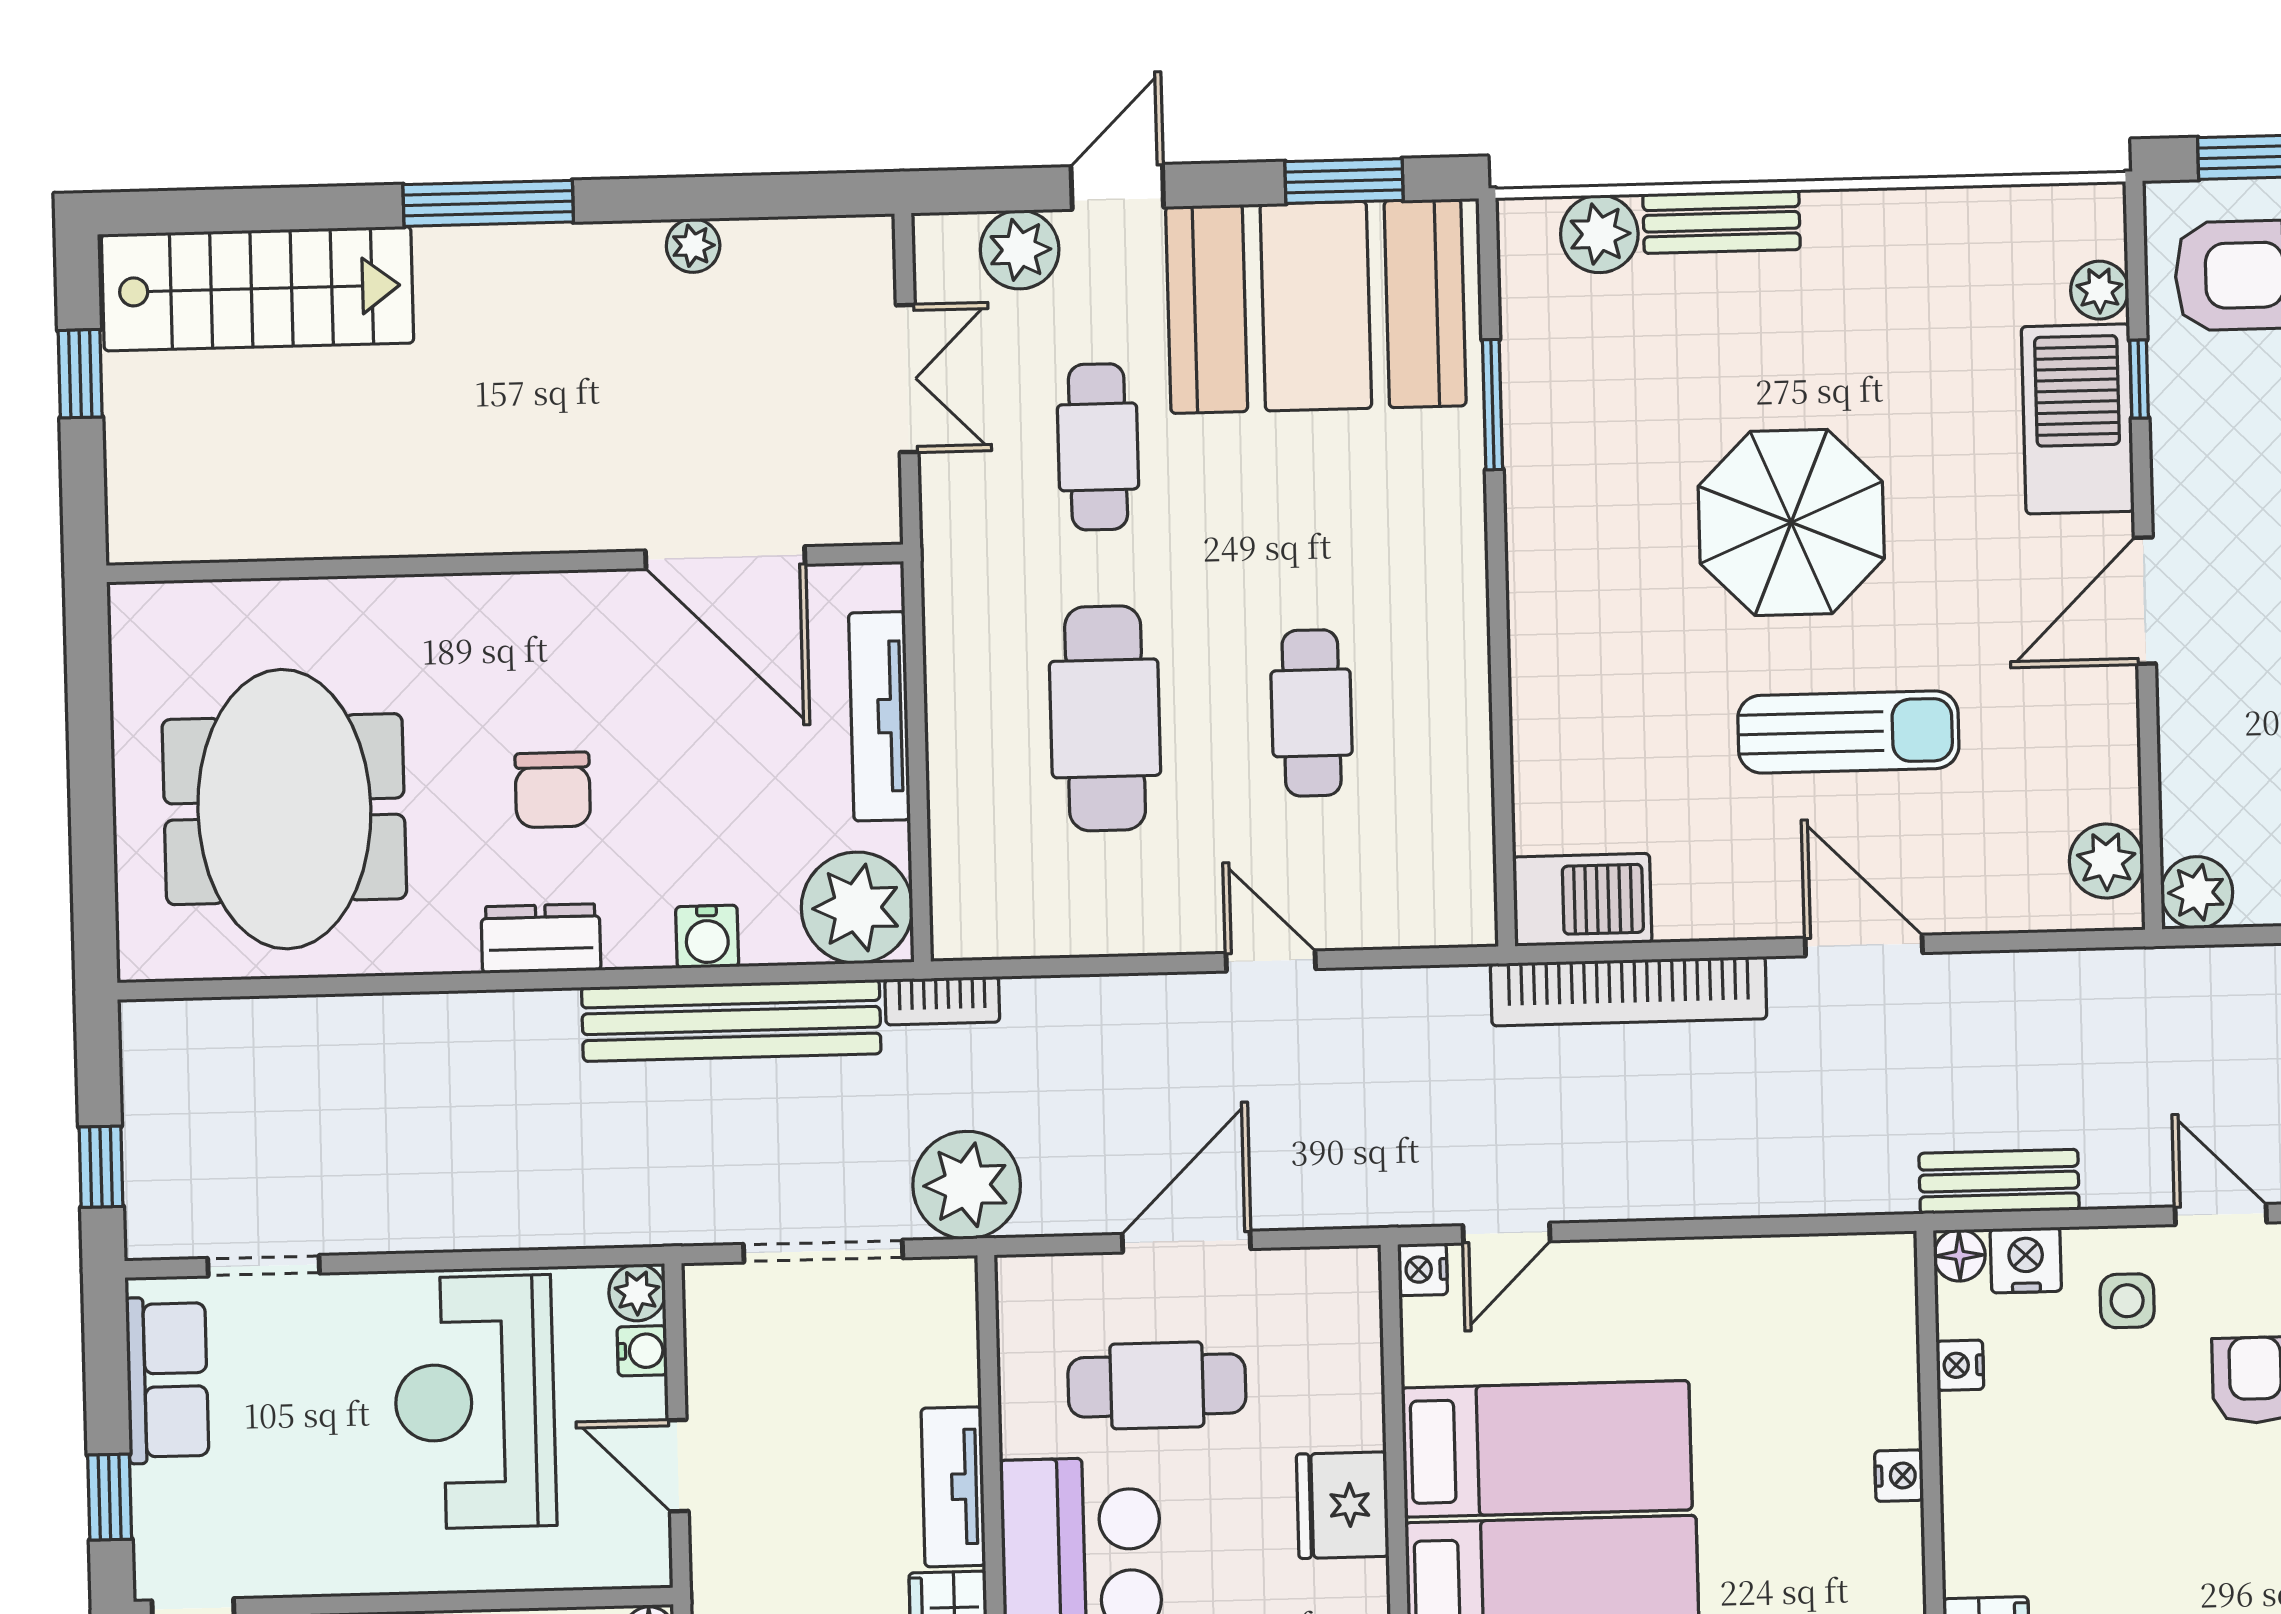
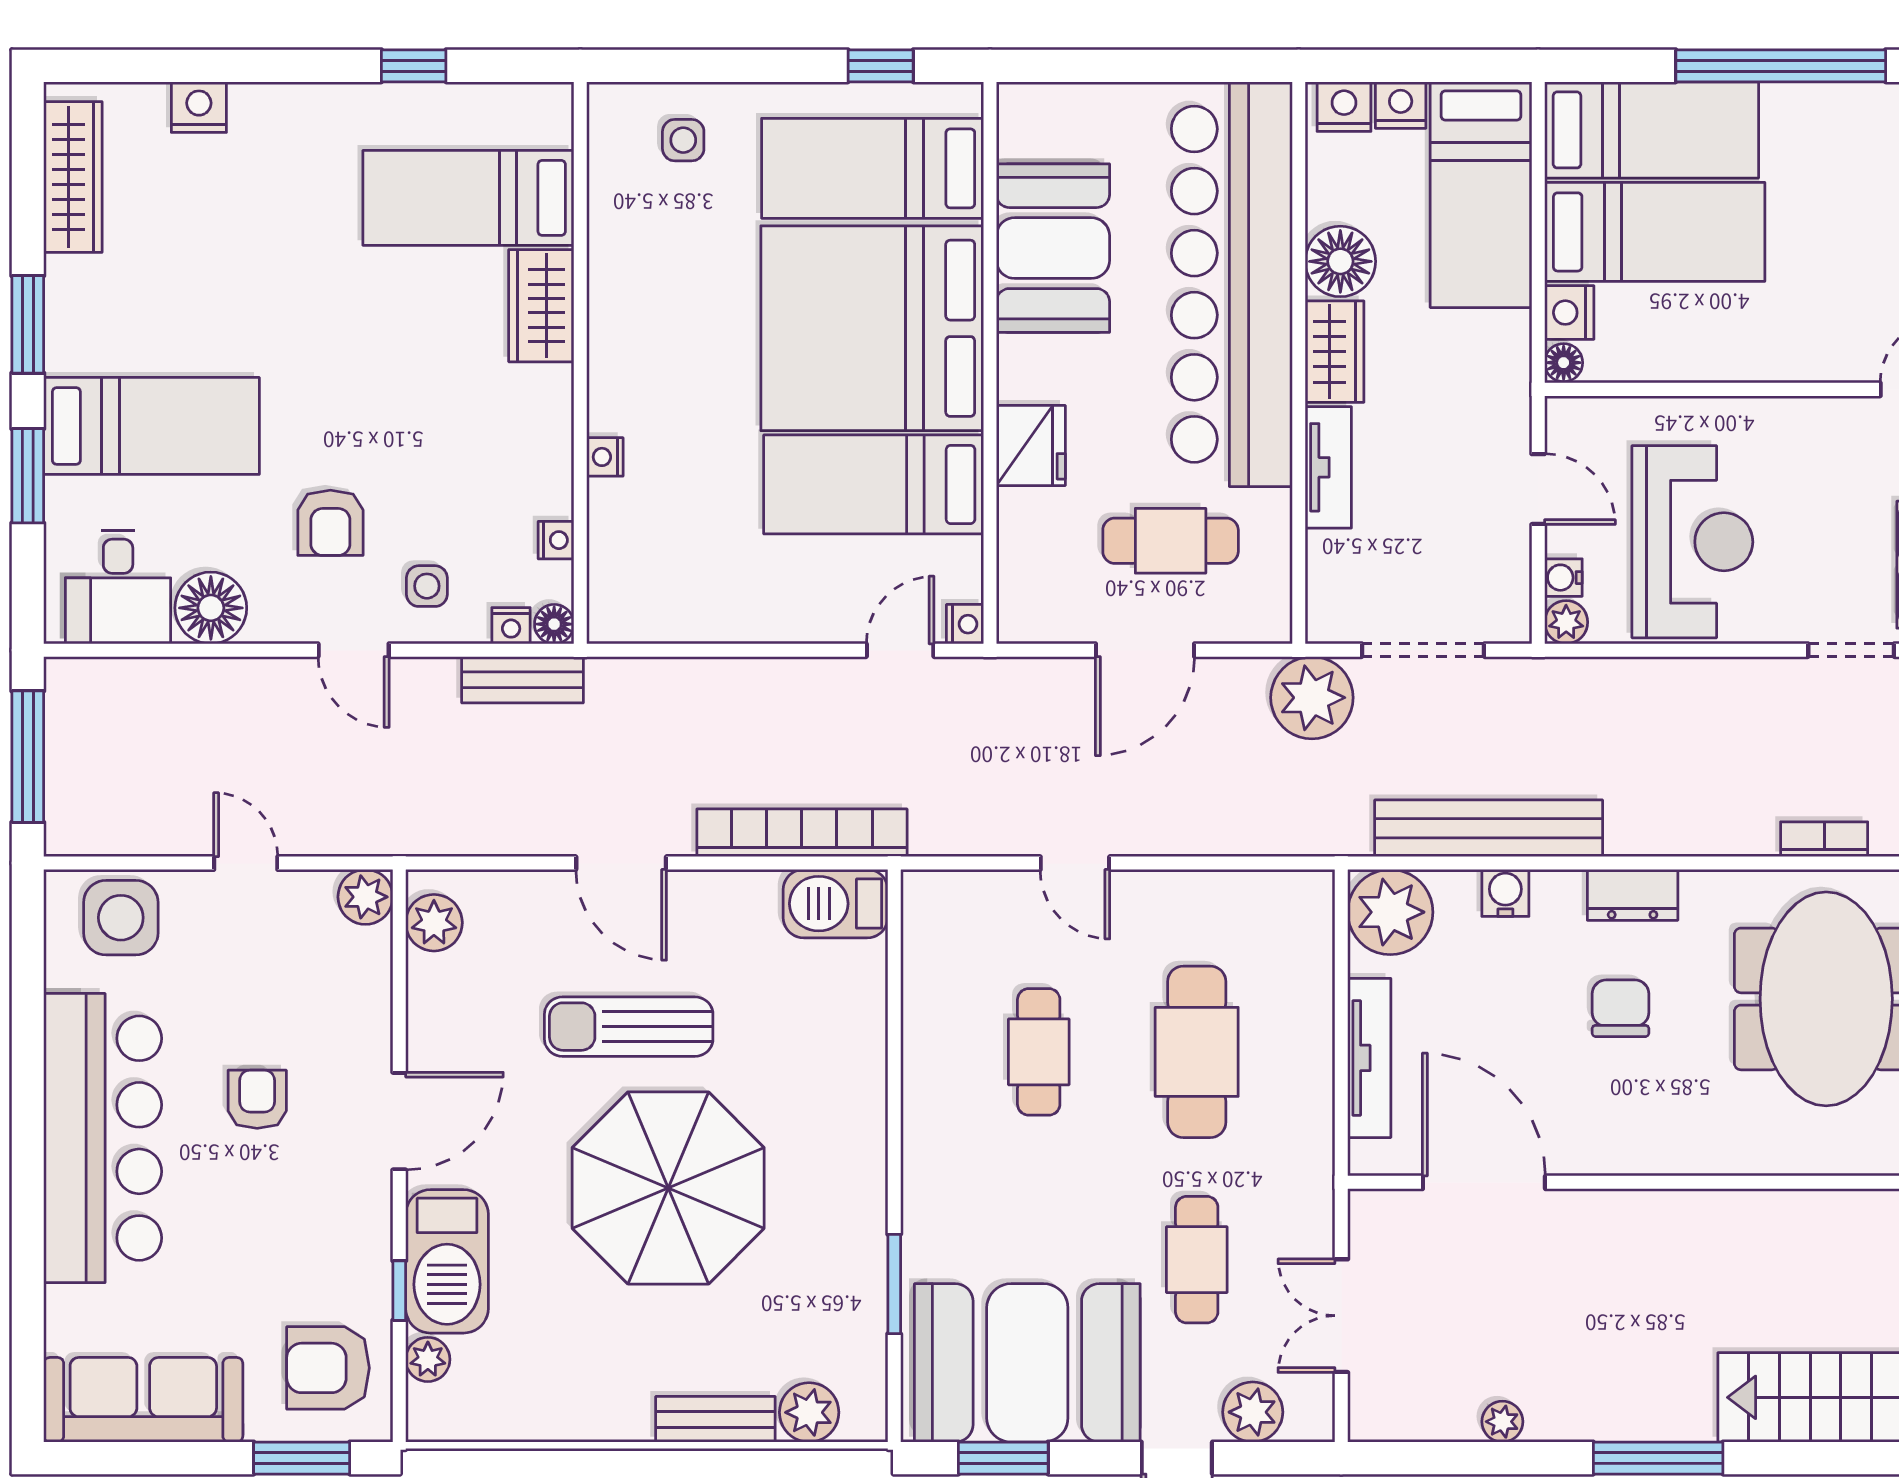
parasol: (1791, 522) -> (668, 1188), width x1.36, depth x1.36
bookcase: (942, 1001) -> (1824, 839), moved
nightstand: (2026, 1260) -> (511, 626), width x0.72, depth x0.74

